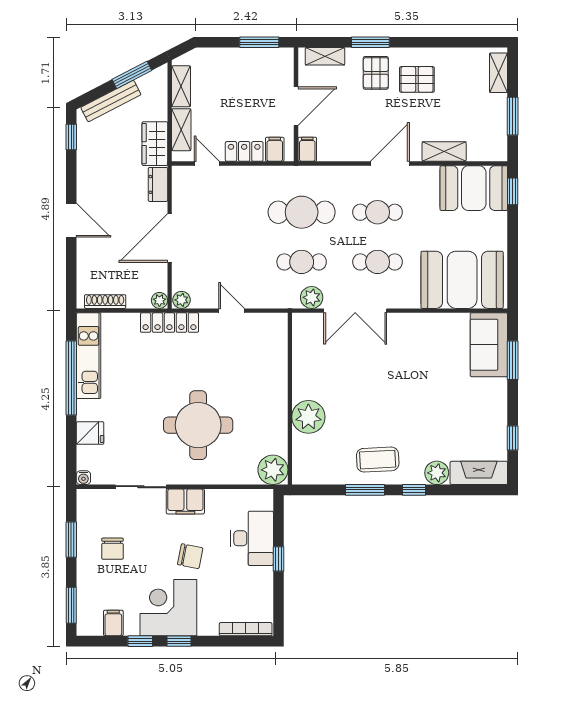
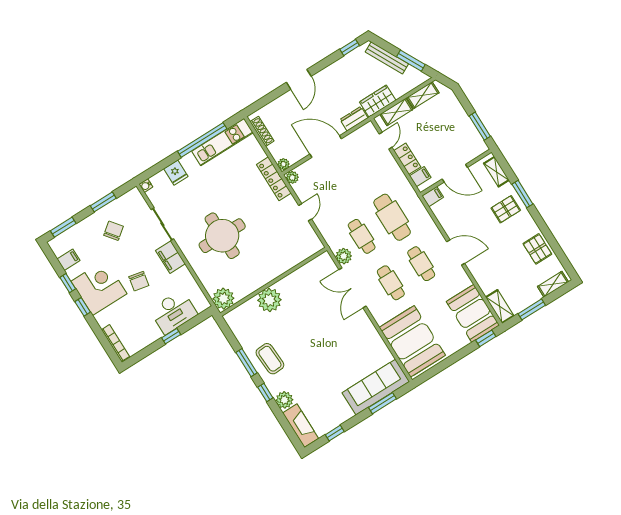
pallet: (417, 79) -> (537, 249), moved
shelving: (444, 152) -> (500, 306), moved
sofa: (489, 345) -> (376, 387), width x1.36
chair: (112, 549) -> (114, 231), turned 142

